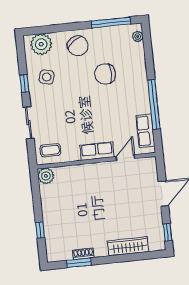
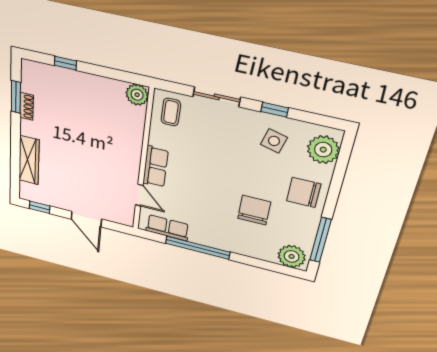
plant: (138, 36) -> (292, 256), width x1.87, depth x1.87
chair: (78, 46) -> (304, 192), turned 34

